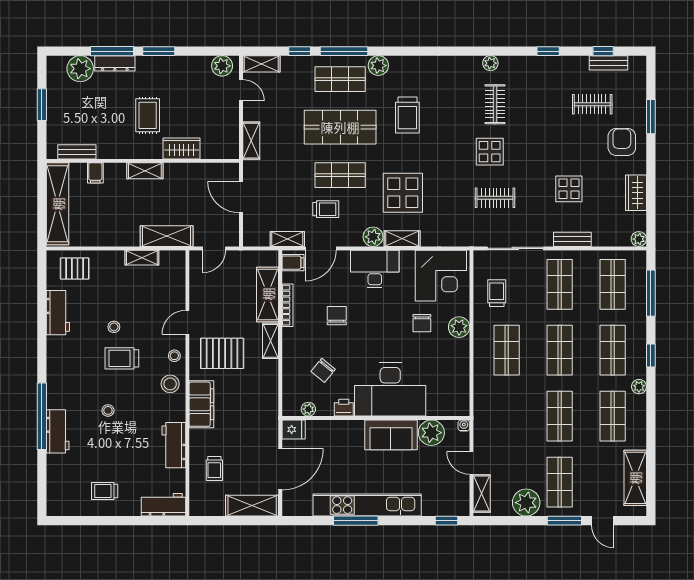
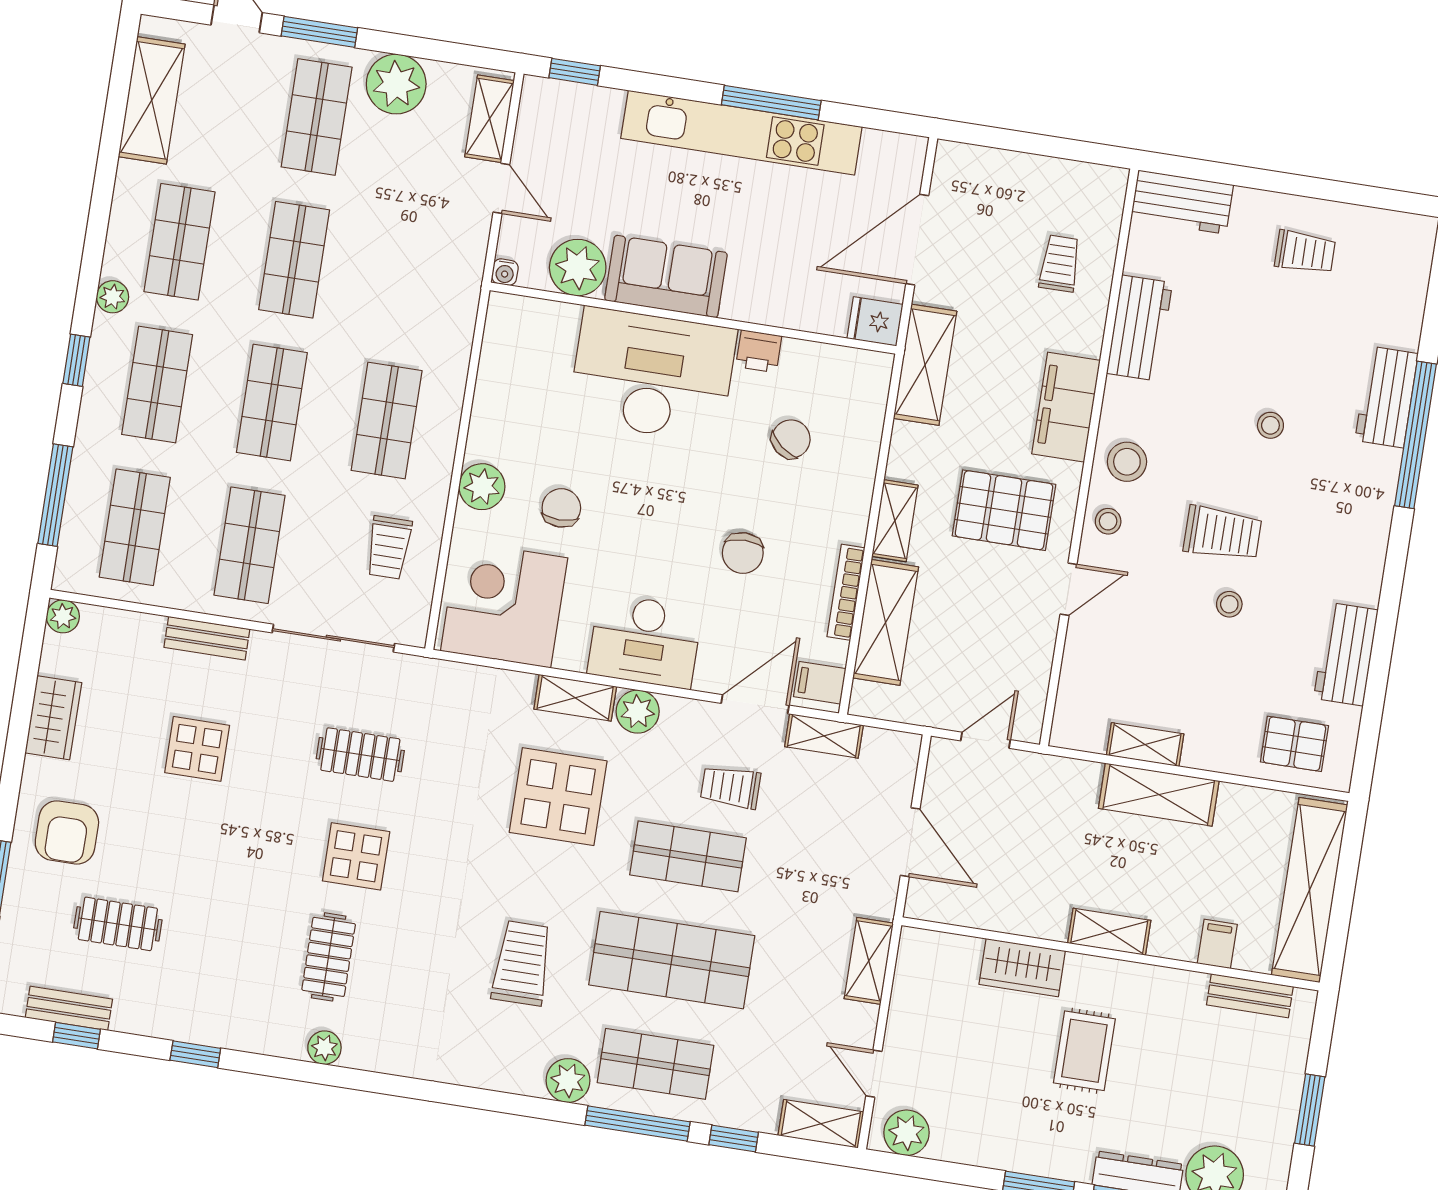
shelving: (167, 236) -> (1159, 795), moved
plant: (308, 409) -> (836, 360), removed
shelving: (252, 506) -> (925, 365), moved, turned 90

